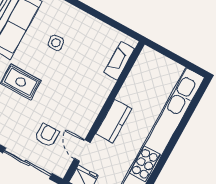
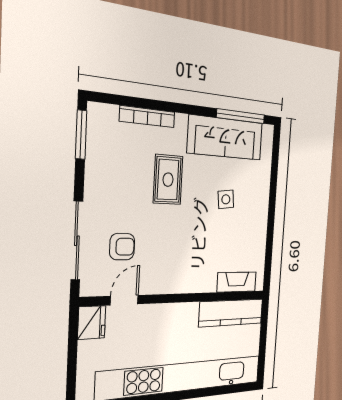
kitchen counter: (114, 121) -> (231, 313), moved, width x1.50

